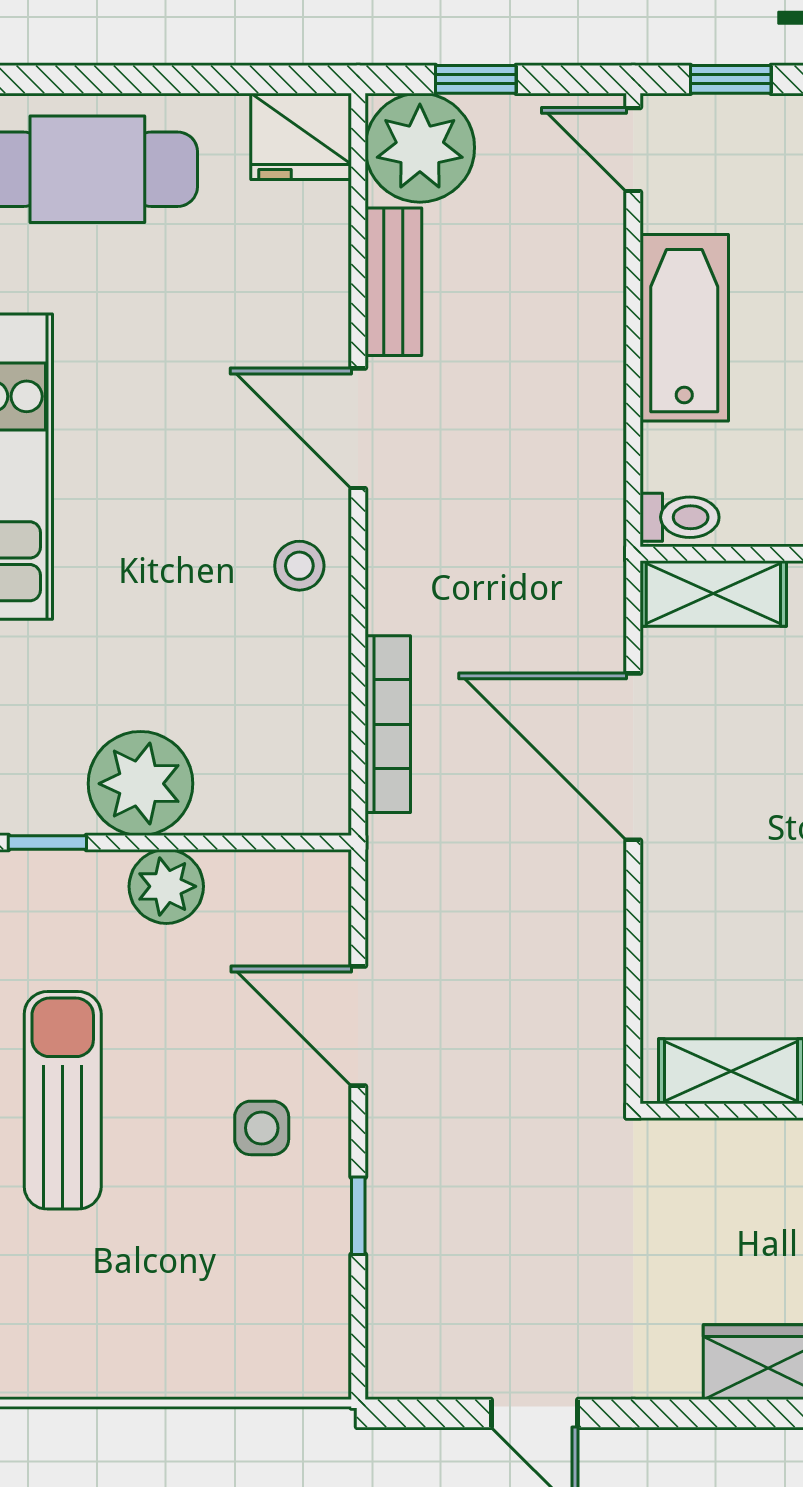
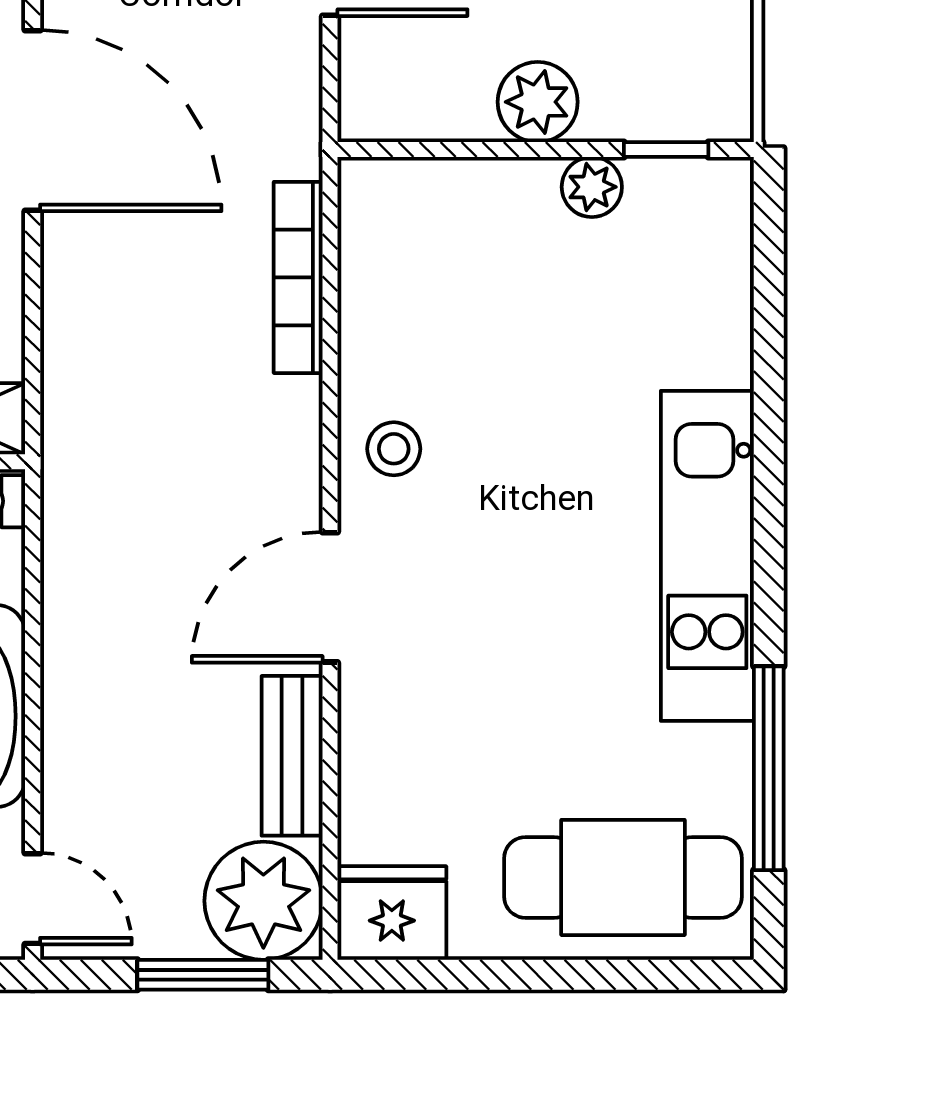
window: (476, 79) -> (203, 975), width x1.50
door: (358, 428) -> (330, 597), swing flipped
door: (633, 757) -> (33, 121), moved
plant: (141, 784) -> (592, 187), width x0.53, depth x0.53

